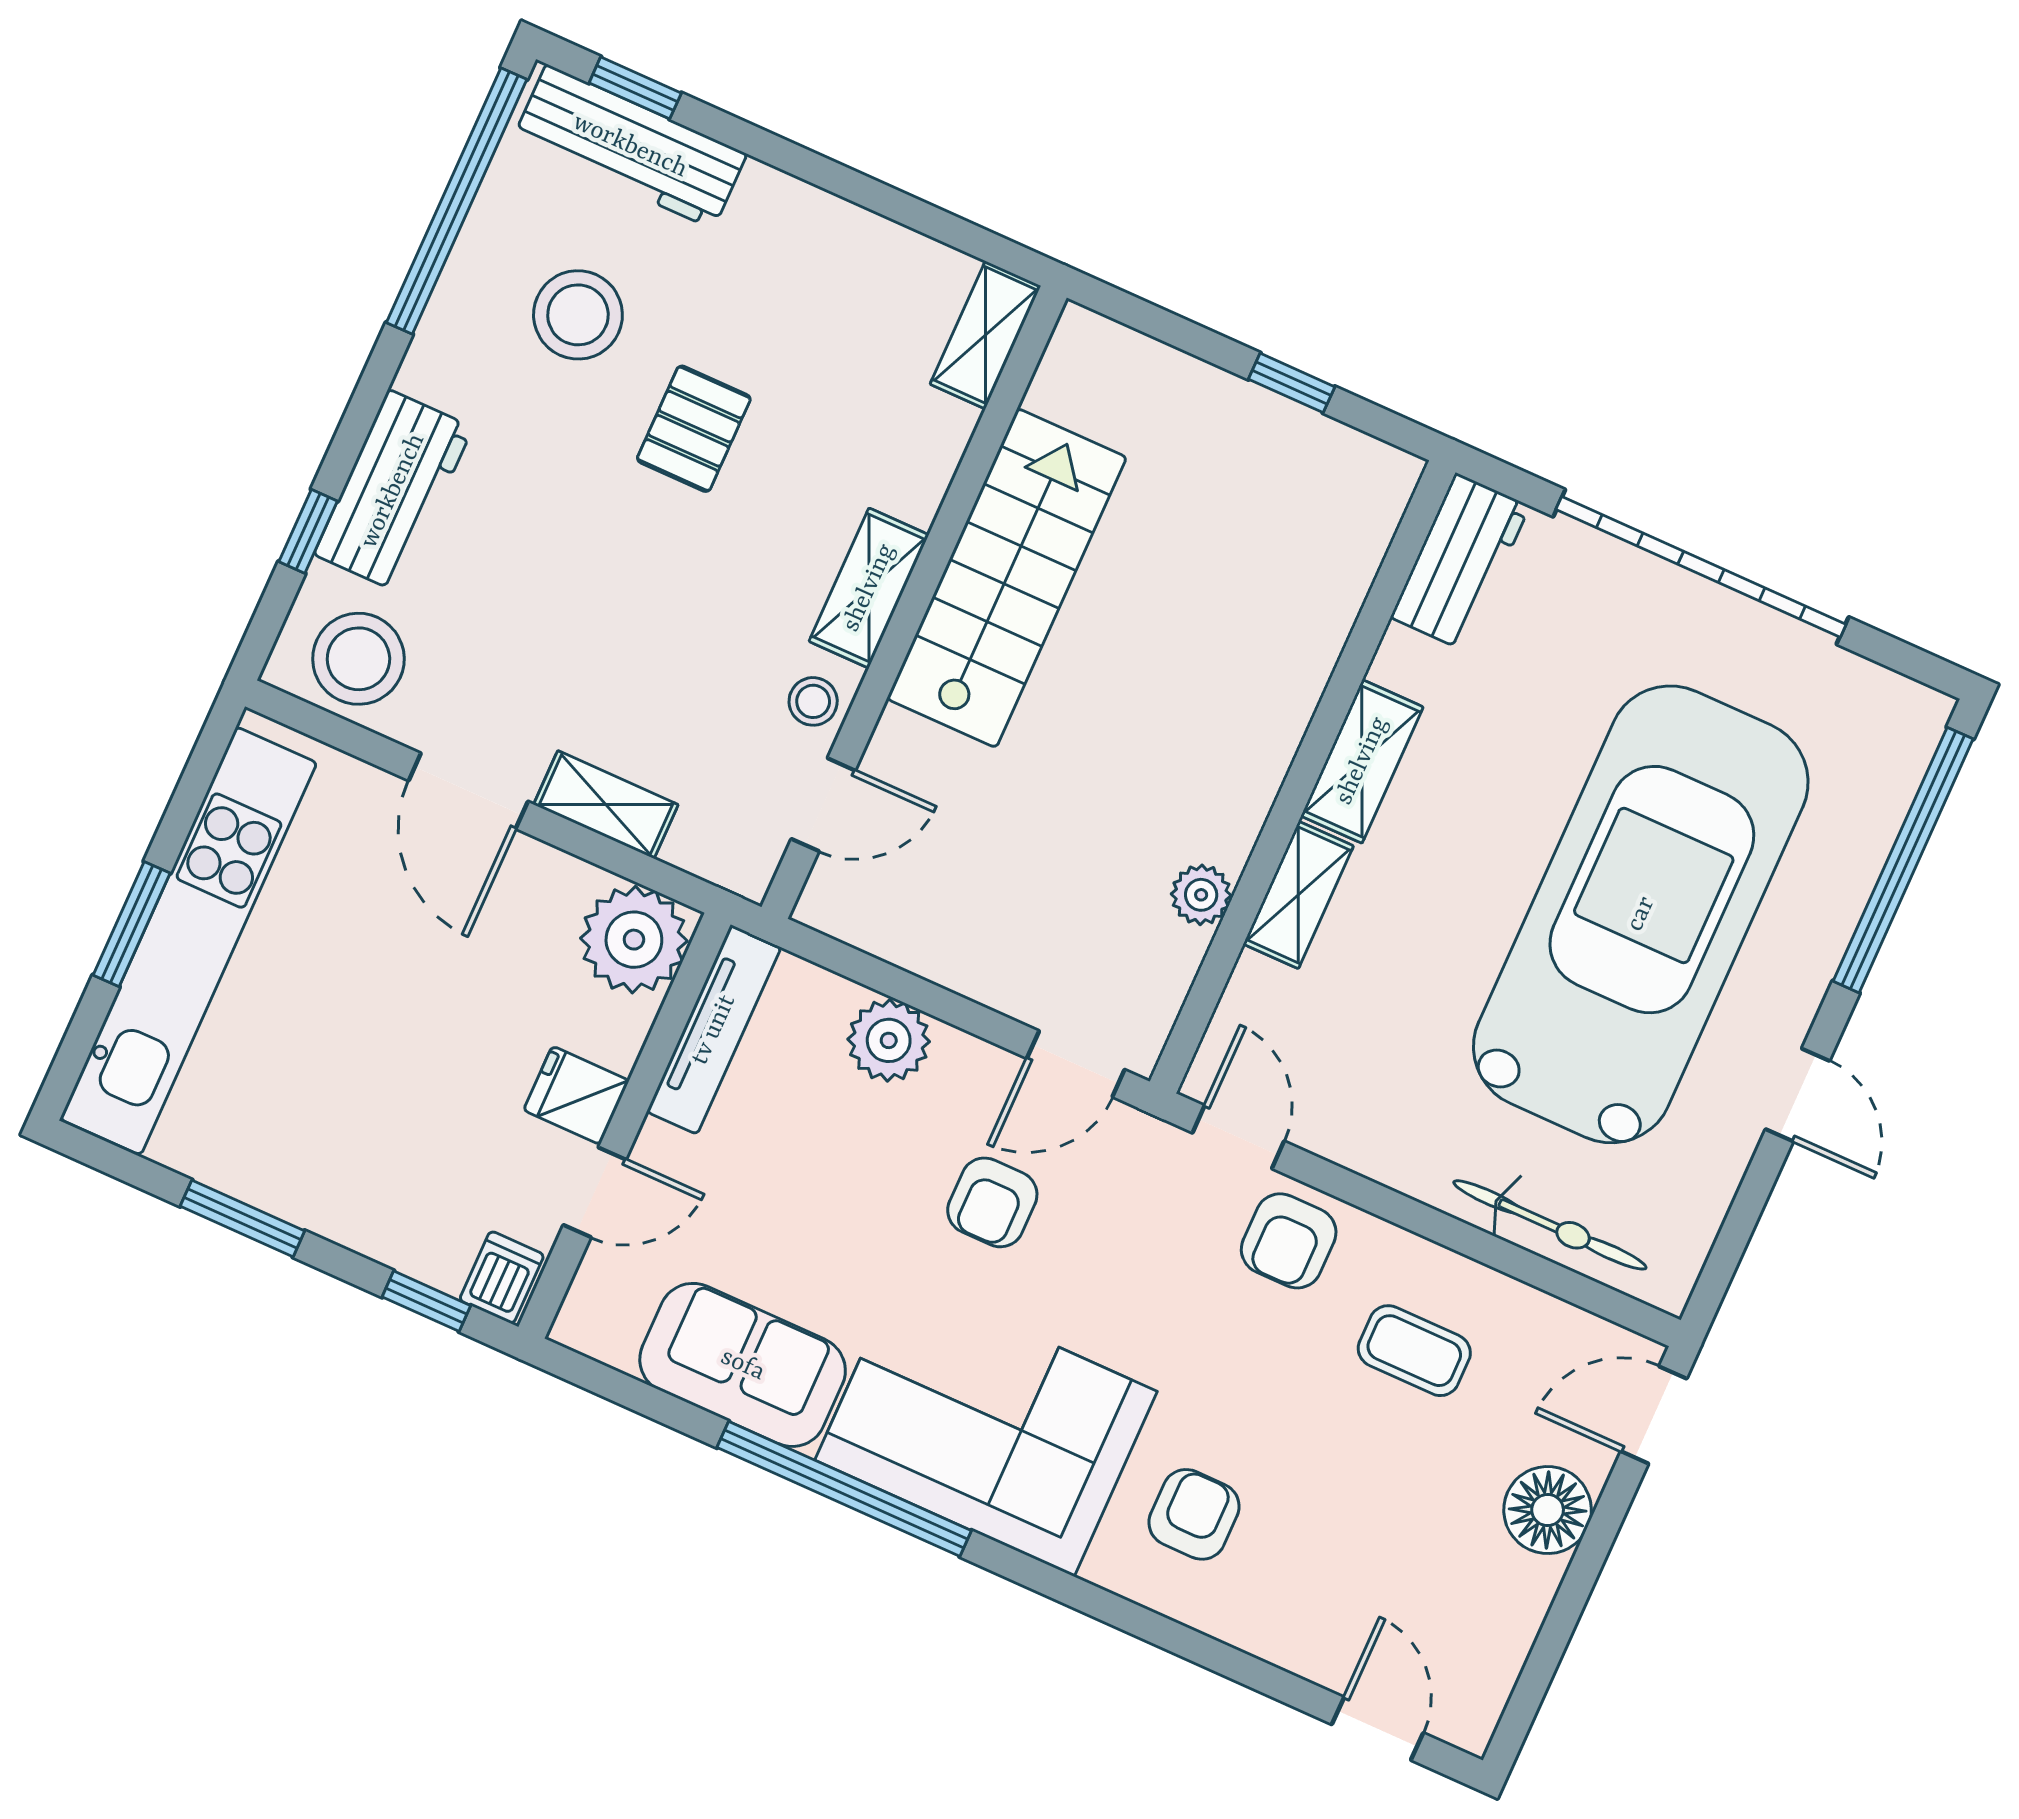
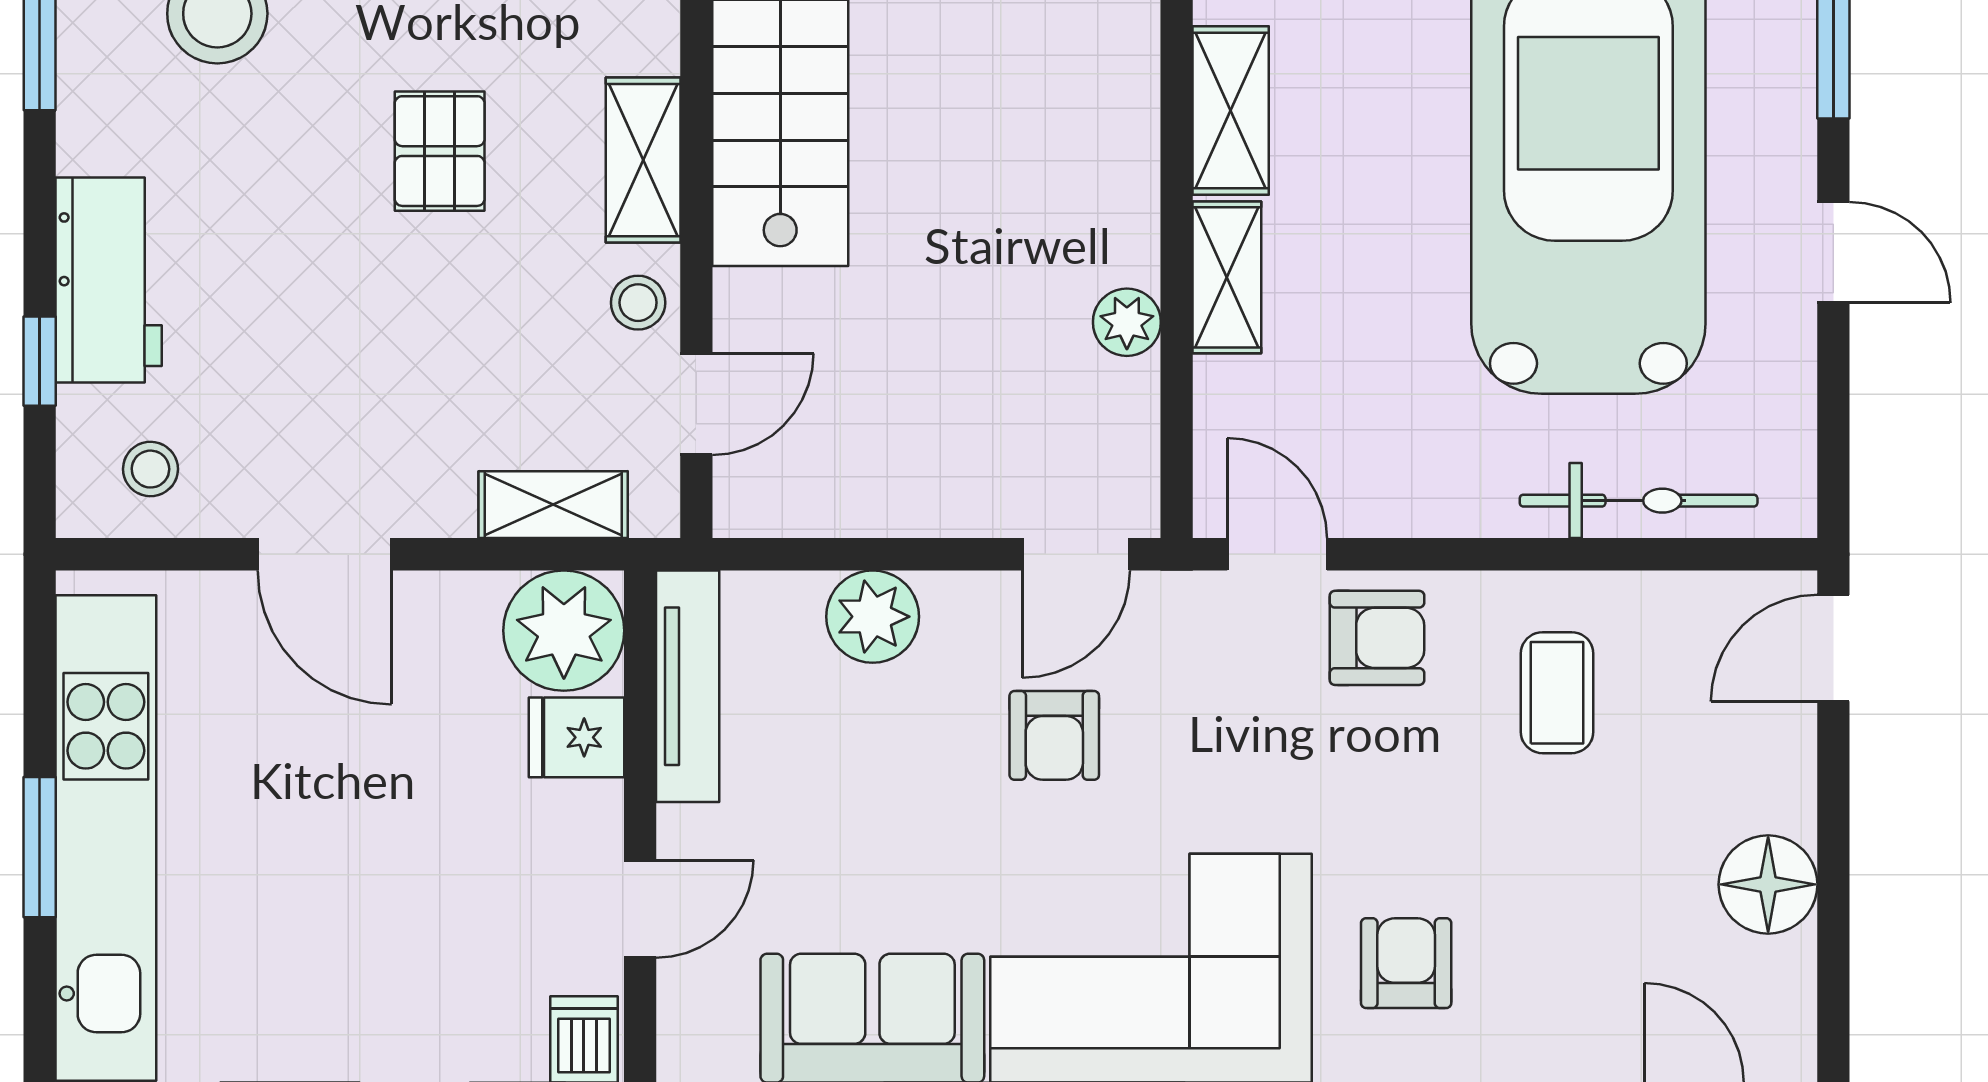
pallet: (694, 429) -> (440, 151), moved
stool: (358, 659) -> (150, 469), width x0.53, depth x0.53
shelving: (606, 805) -> (553, 505), moved
fridge: (576, 1095) -> (577, 737), moved
armchair: (1289, 1241) -> (1377, 638), turned -90
coffee table: (1414, 1351) -> (1557, 693), turned 90
floor lamp: (1548, 1510) -> (1768, 884), moved

